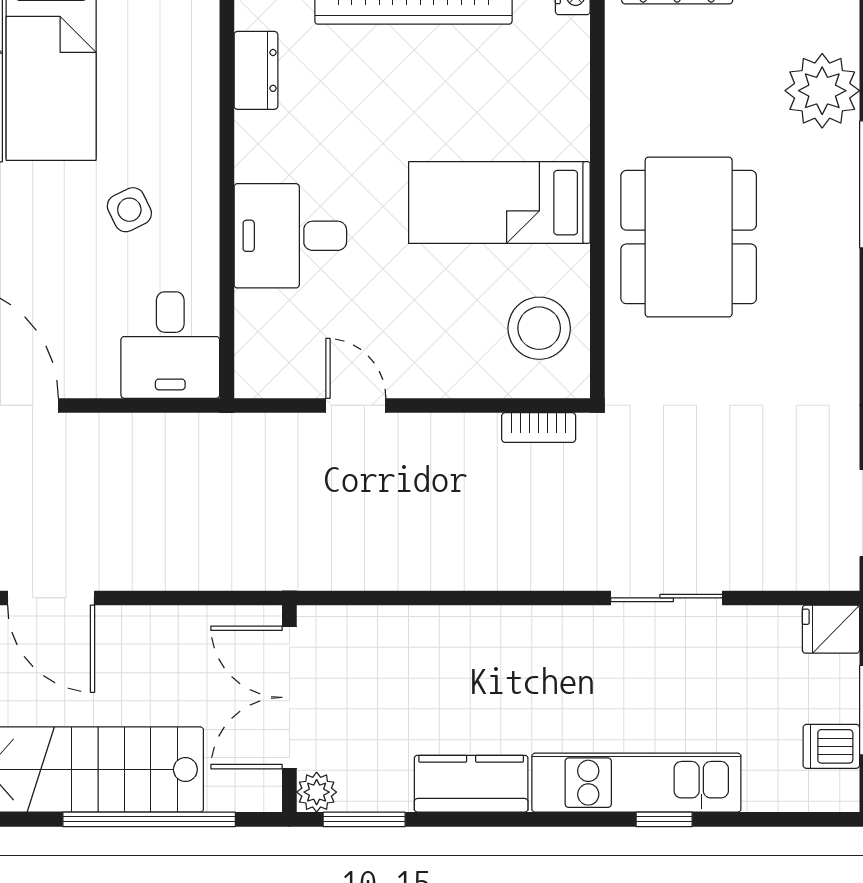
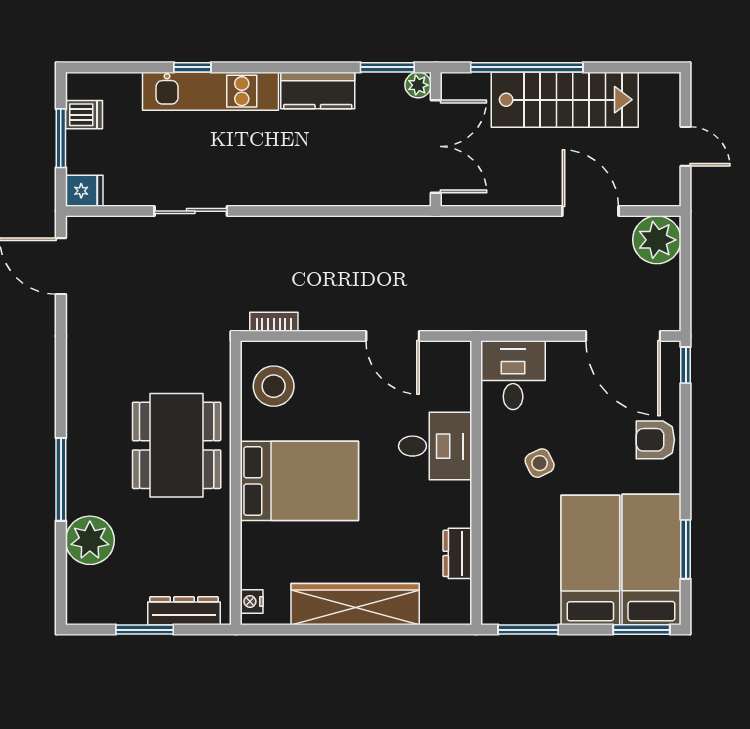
bed: (499, 203) -> (299, 481), width x1.50
door: (356, 405) -> (393, 336), width x1.38

